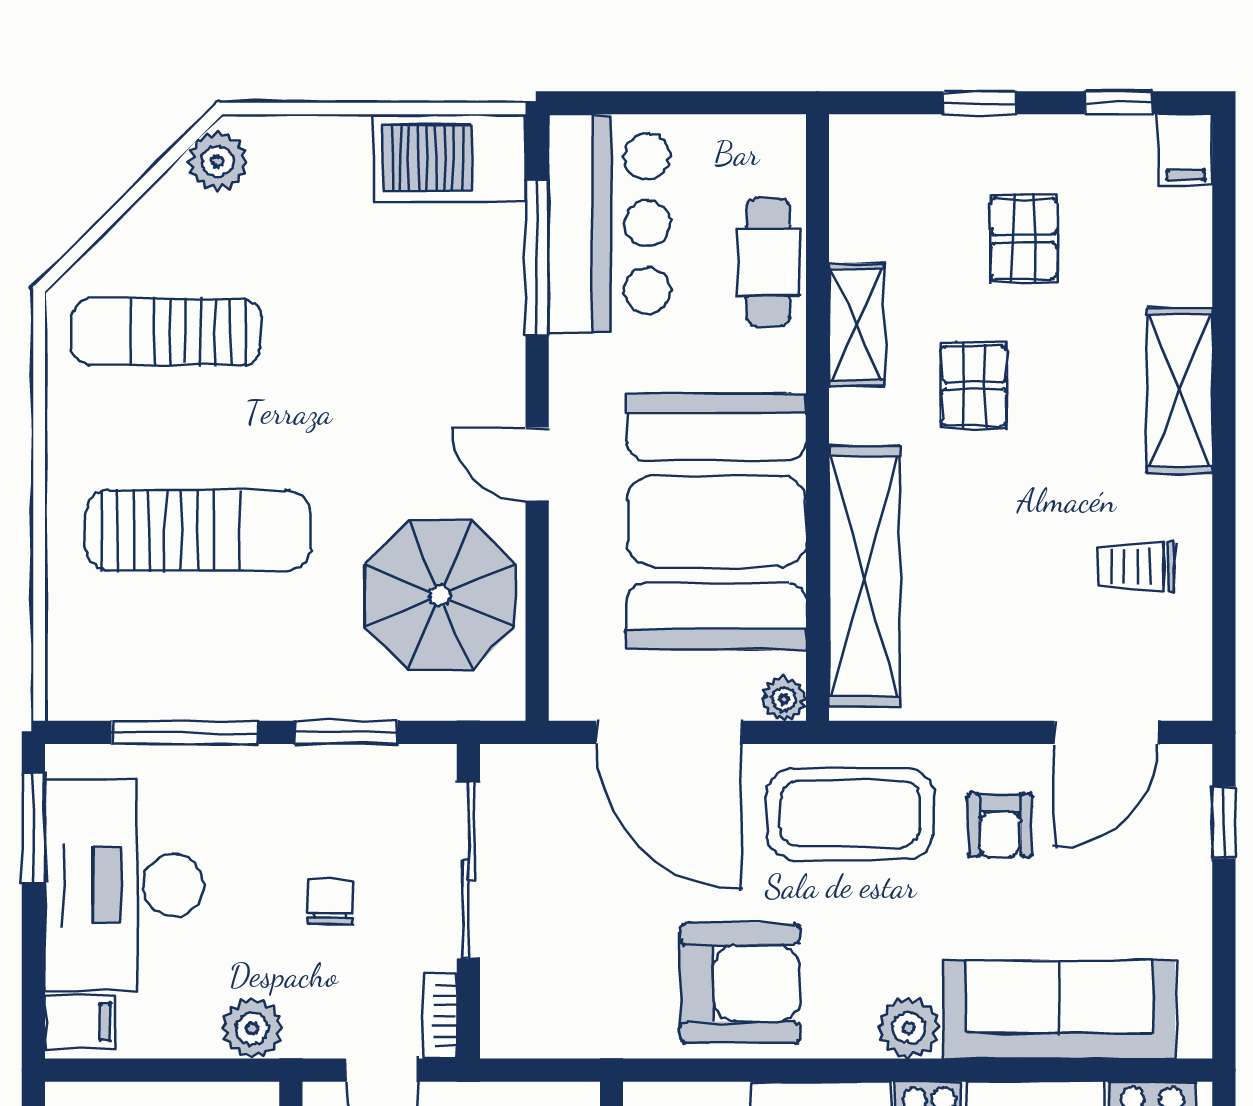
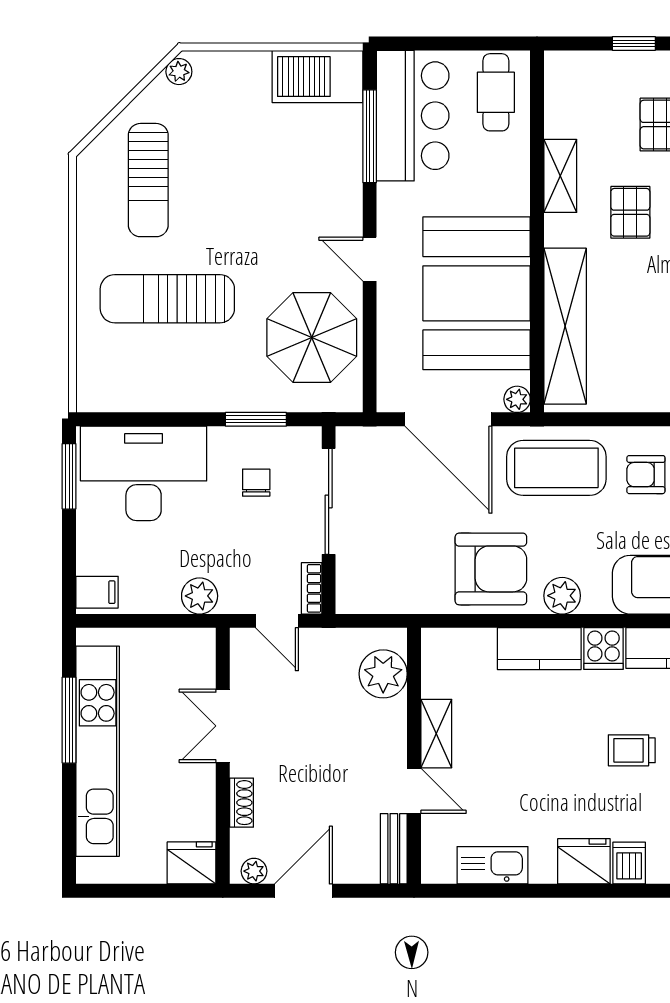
plant: (218, 161) -> (179, 72), width x0.73, depth x0.73
cafe table: (768, 262) -> (496, 92), moved
sun lounger: (166, 332) -> (148, 180), turned -90
sun lounger: (198, 530) -> (167, 299), turned 180
window: (185, 732) -> (159, 419), removed
armchair: (1000, 825) -> (646, 475), turned 90
desk: (124, 885) -> (144, 473), moved, turned 90
chair: (330, 902) -> (256, 483), moved
plant: (909, 1028) -> (562, 596), moved

